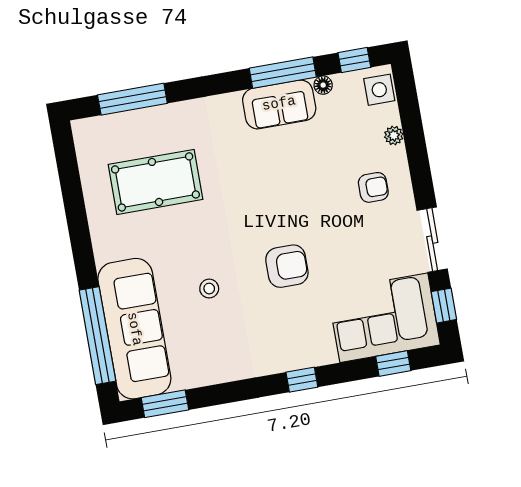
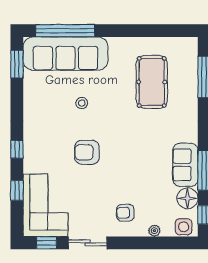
floor lamp: (323, 85) -> (187, 198), width x1.89, depth x1.89
armchair: (373, 187) -> (125, 213), turned 90
armchair: (287, 266) -> (87, 152), turned 90
window: (393, 363) -> (17, 191), moved

